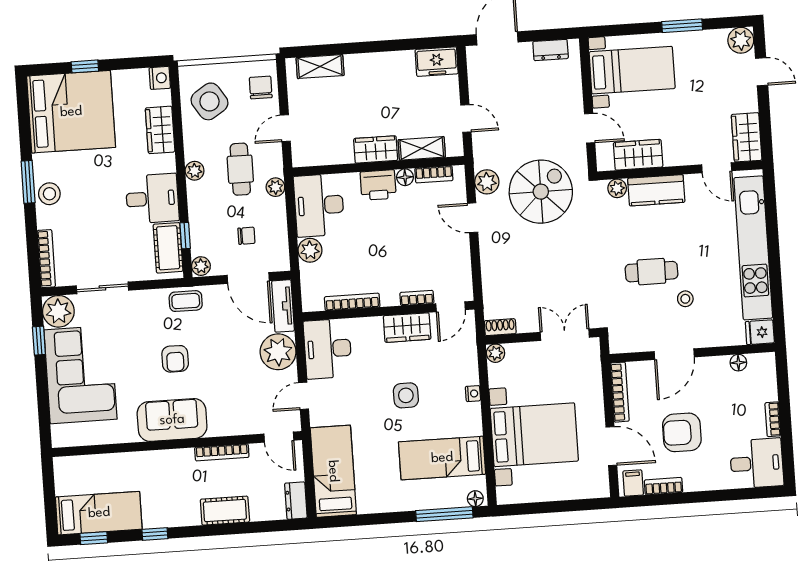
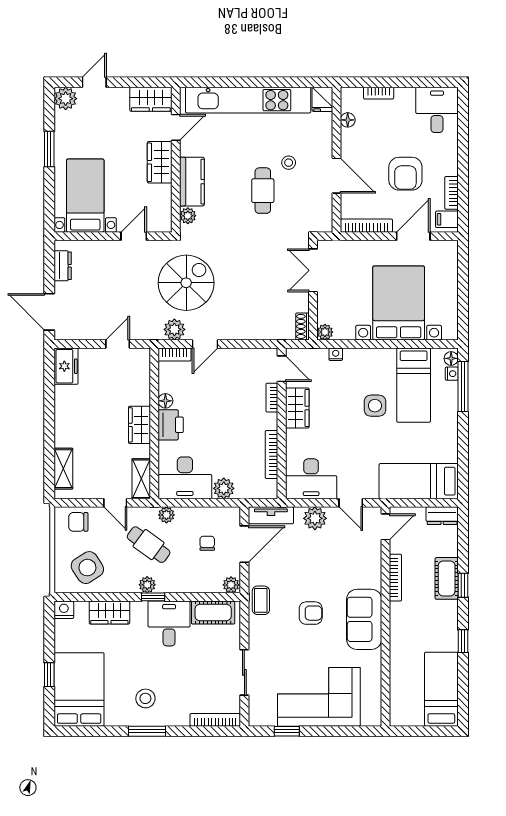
bed: (71, 112) -> (79, 689), width x0.73
shelving: (422, 148) -> (141, 479), moved
wardrobe: (638, 155) -> (160, 162), moved
cafe table: (240, 169) -> (149, 545), turned 36
bookcase: (434, 174) -> (175, 355), moved, turned 90
spiral stairs: (541, 192) -> (186, 283), turned 90
stool: (49, 194) -> (145, 698), moved
window: (185, 236) -> (153, 597), moved
plant: (58, 311) -> (262, 712), removed
plant: (278, 352) -> (315, 518), width x0.73, depth x0.73
nightstand: (473, 394) -> (336, 354), moved
side table: (406, 395) -> (375, 406), moved
bookcase: (773, 419) -> (379, 93), moved
nightstand: (458, 500) -> (452, 374), added
window: (94, 538) -> (463, 585), moved

